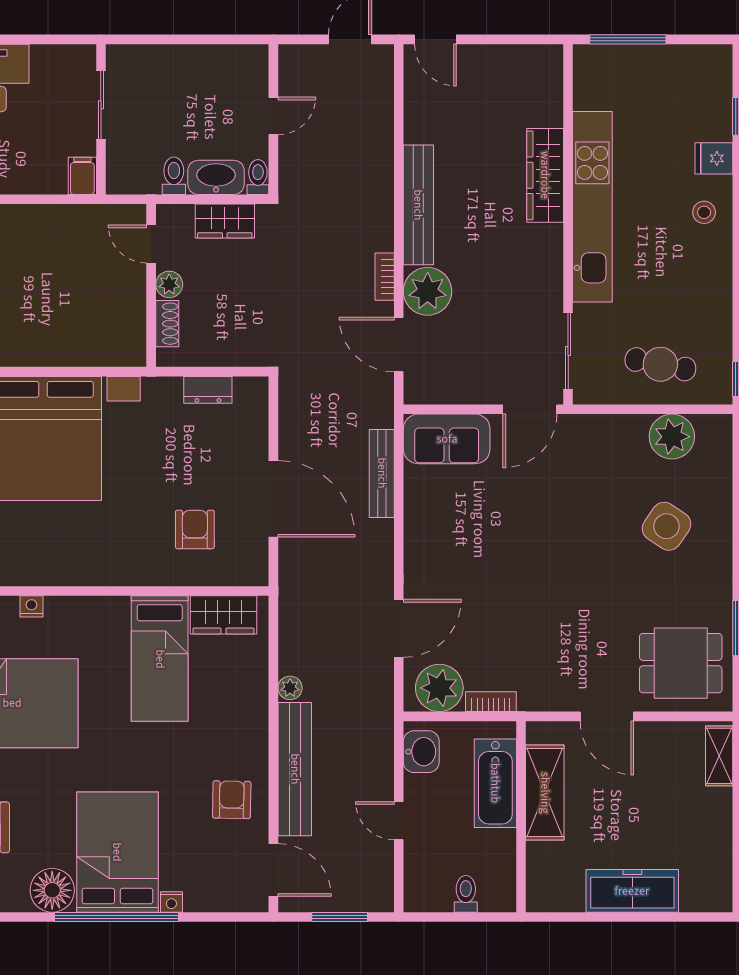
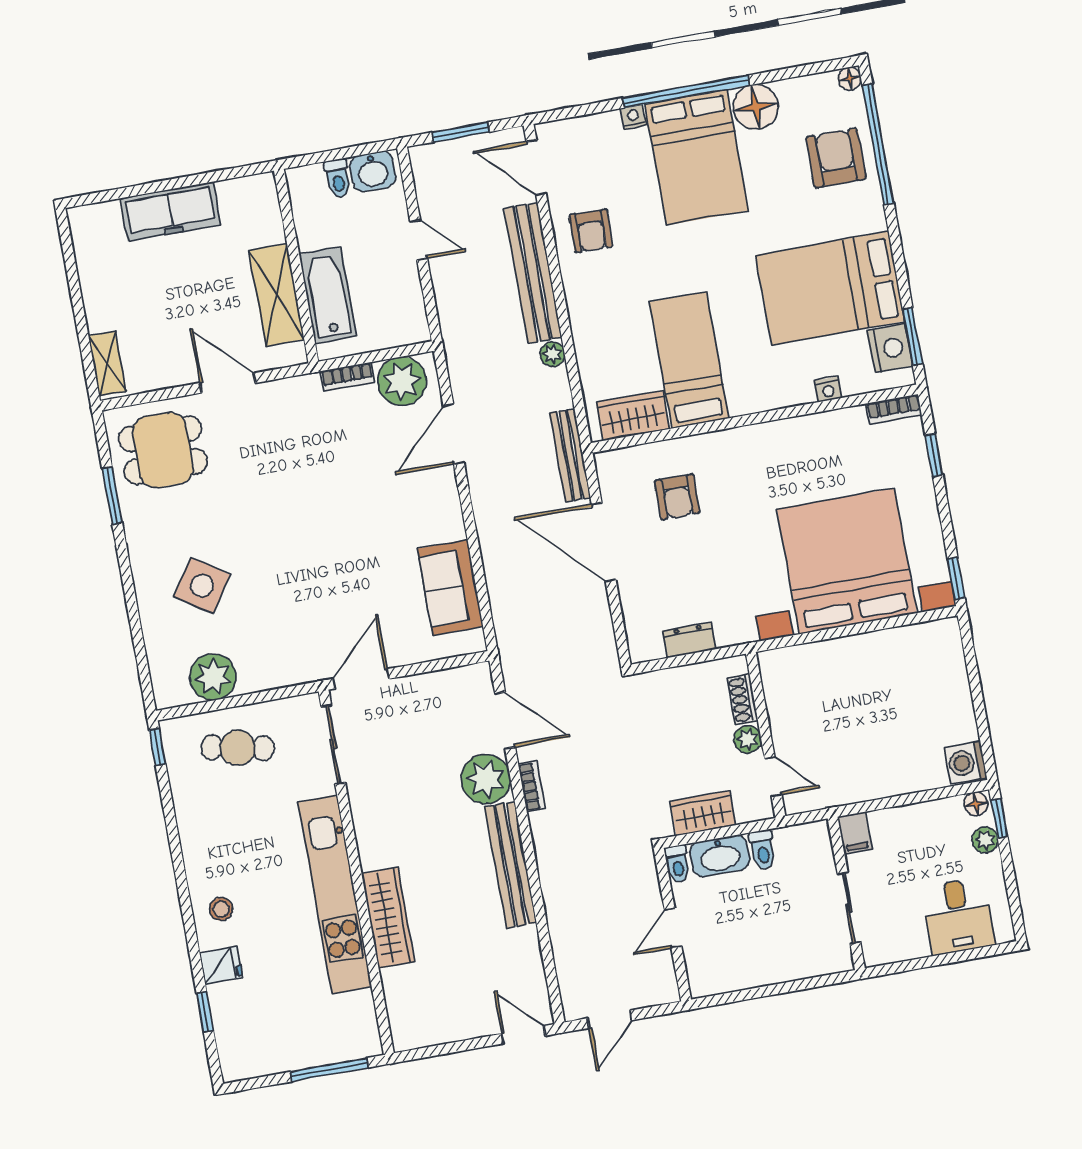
sofa: (447, 439) -> (450, 588), moved, turned -90
bench: (382, 473) -> (570, 455), moved
washbasin: (421, 752) -> (373, 171), moved, turned -90

